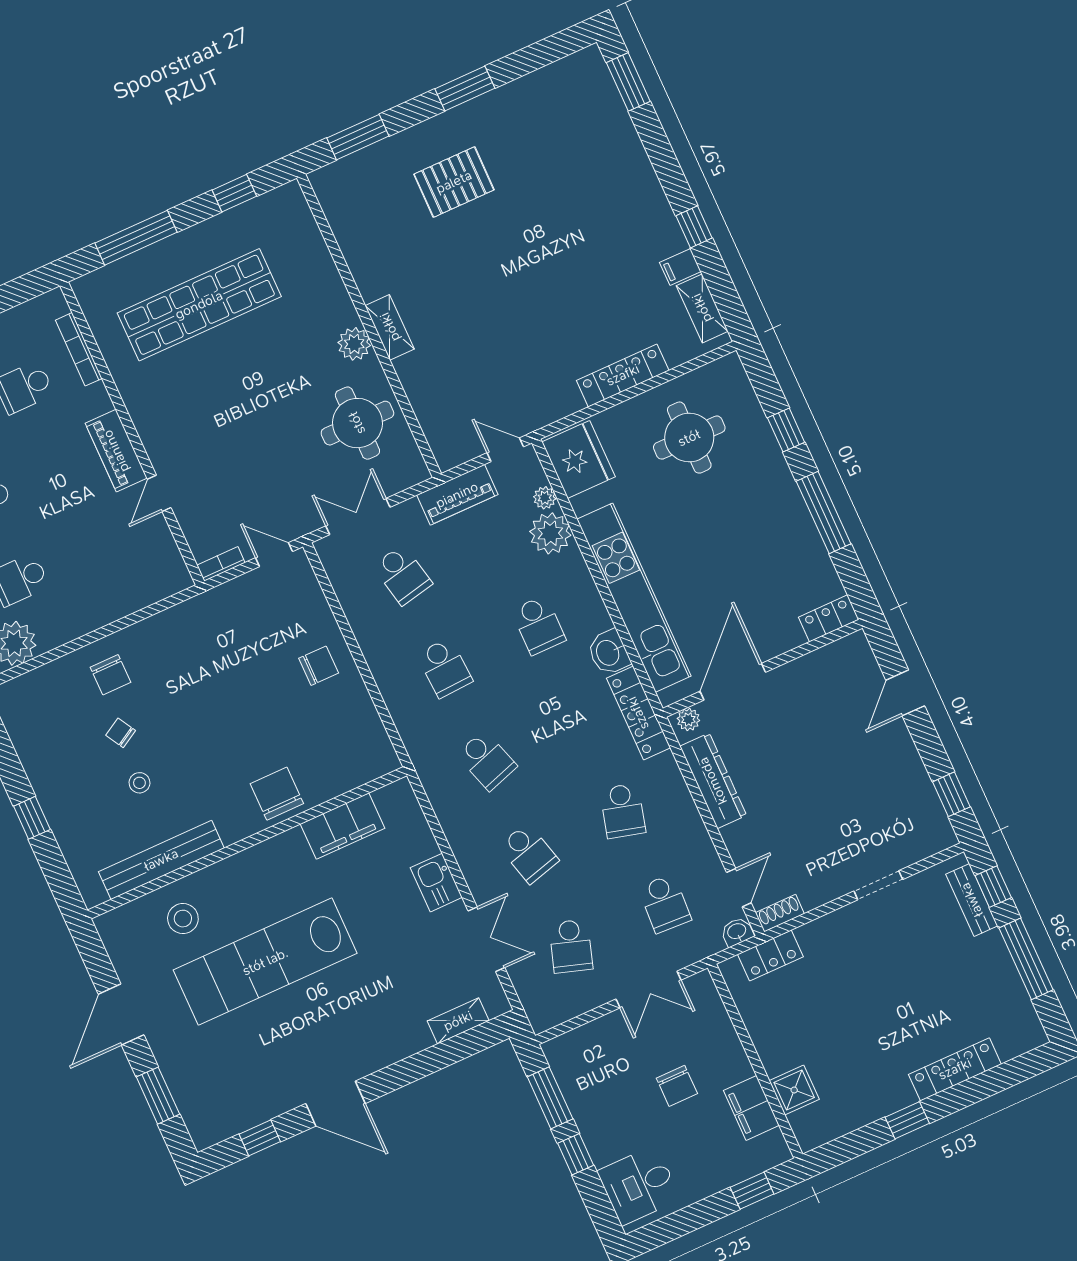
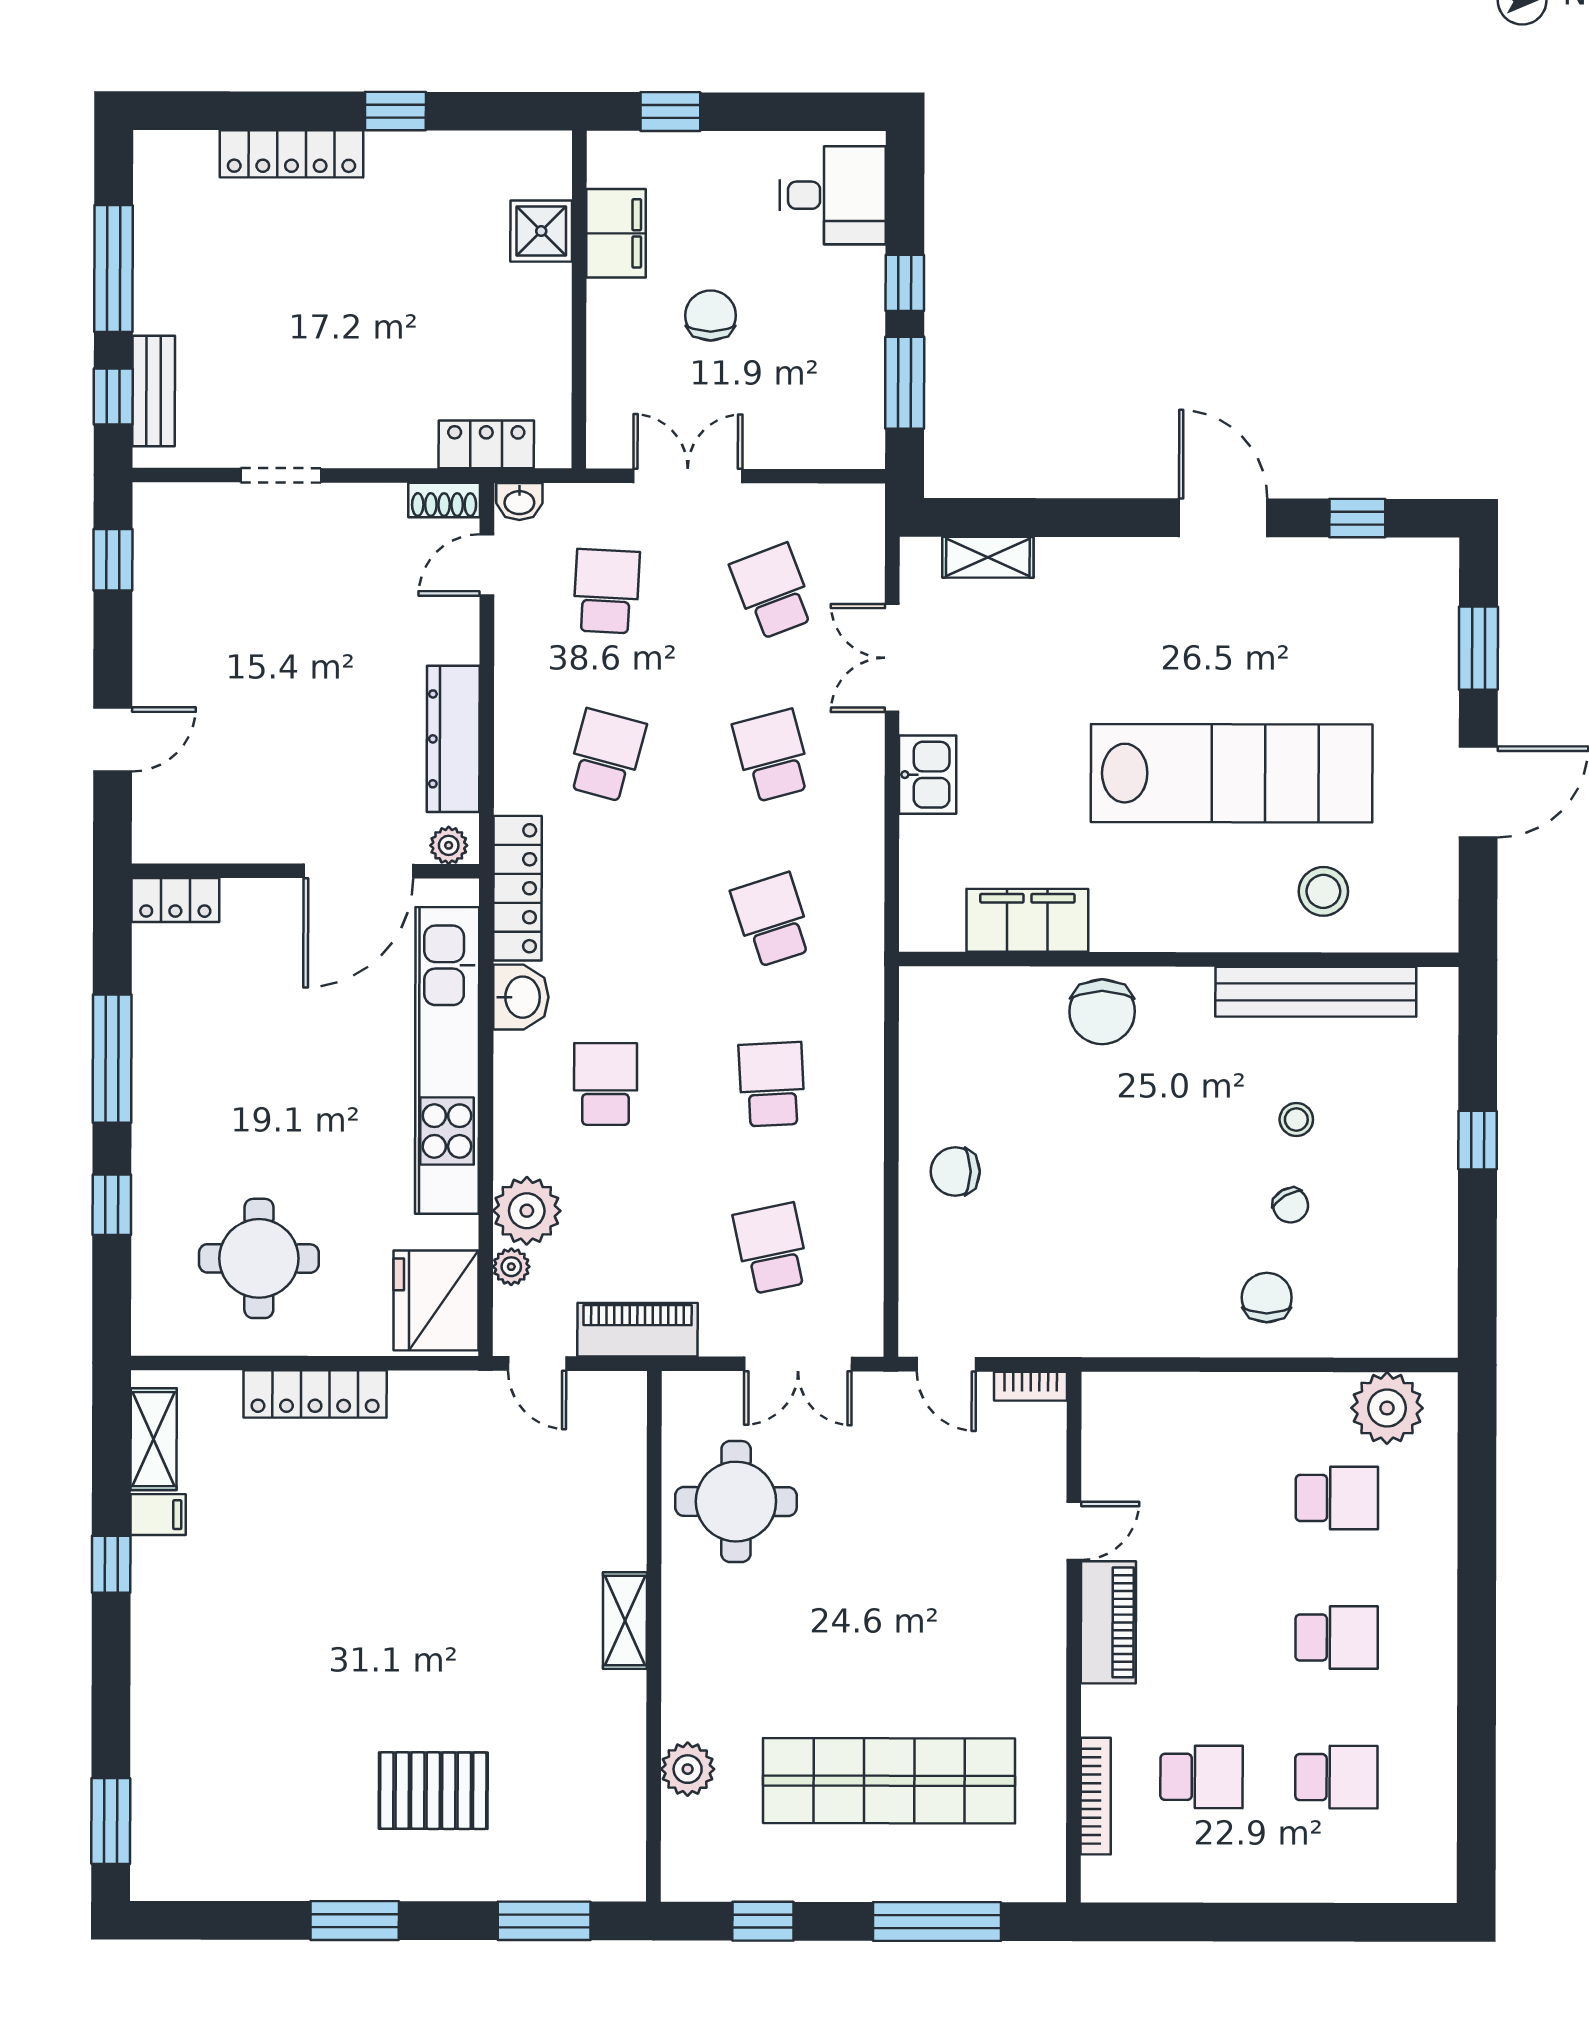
plant: (354, 344) -> (688, 1769), moved
school desk: (571, 946) -> (773, 591), turned -39

